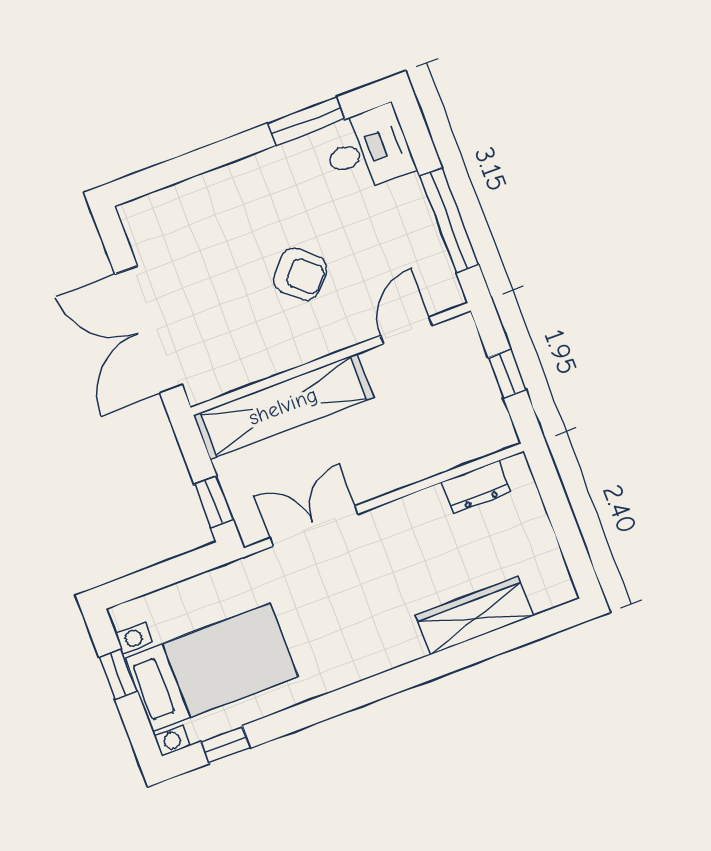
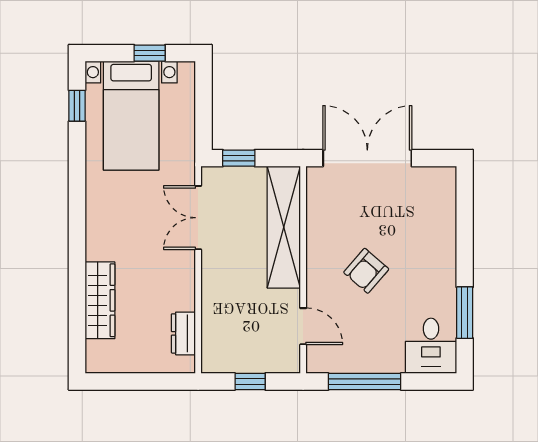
double door: (314, 526) -> (198, 218), swing flipped

